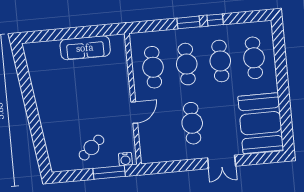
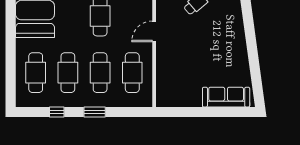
window: (215, 20) -> (57, 112), moved
sofa: (85, 48) -> (226, 97), moved

